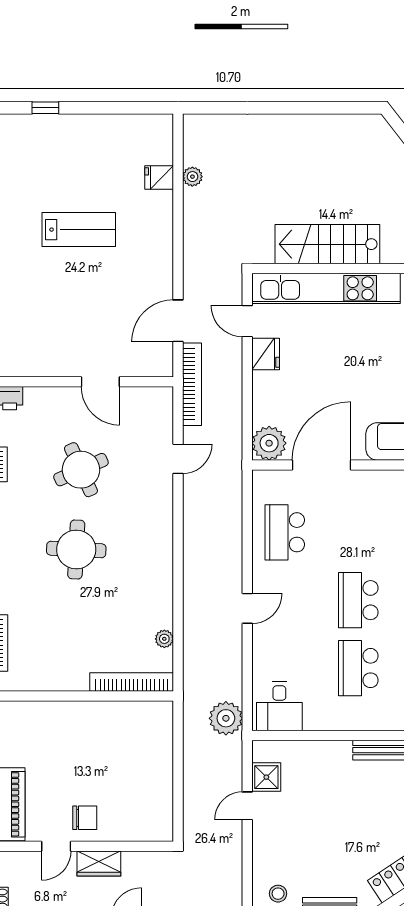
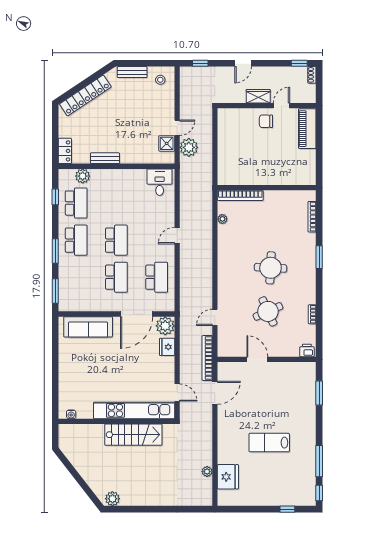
plant: (366, 127) -> (112, 499), added
fridge: (159, 178) -> (228, 477), width x1.88, depth x1.34
fridge: (266, 354) -> (167, 347), moved
school desk: (358, 668) -> (116, 277), moved
plant: (226, 718) -> (189, 147), moved

